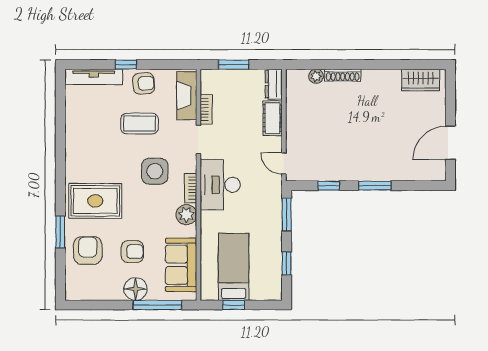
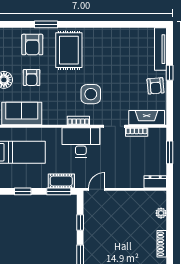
shoe rack: (343, 75) -> (162, 244), moved
cot: (273, 118) -> (61, 181), moved
coffee table: (140, 124) -> (126, 83), removed
plant: (186, 215) -> (59, 117), removed
armchair: (88, 250) -> (32, 45), turned 90

